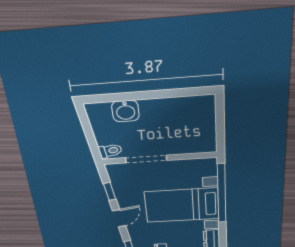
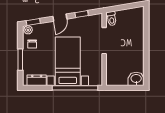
washbasin: (125, 111) -> (136, 79), moved, turned 90
door: (119, 218) -> (60, 18), hinge flipped

